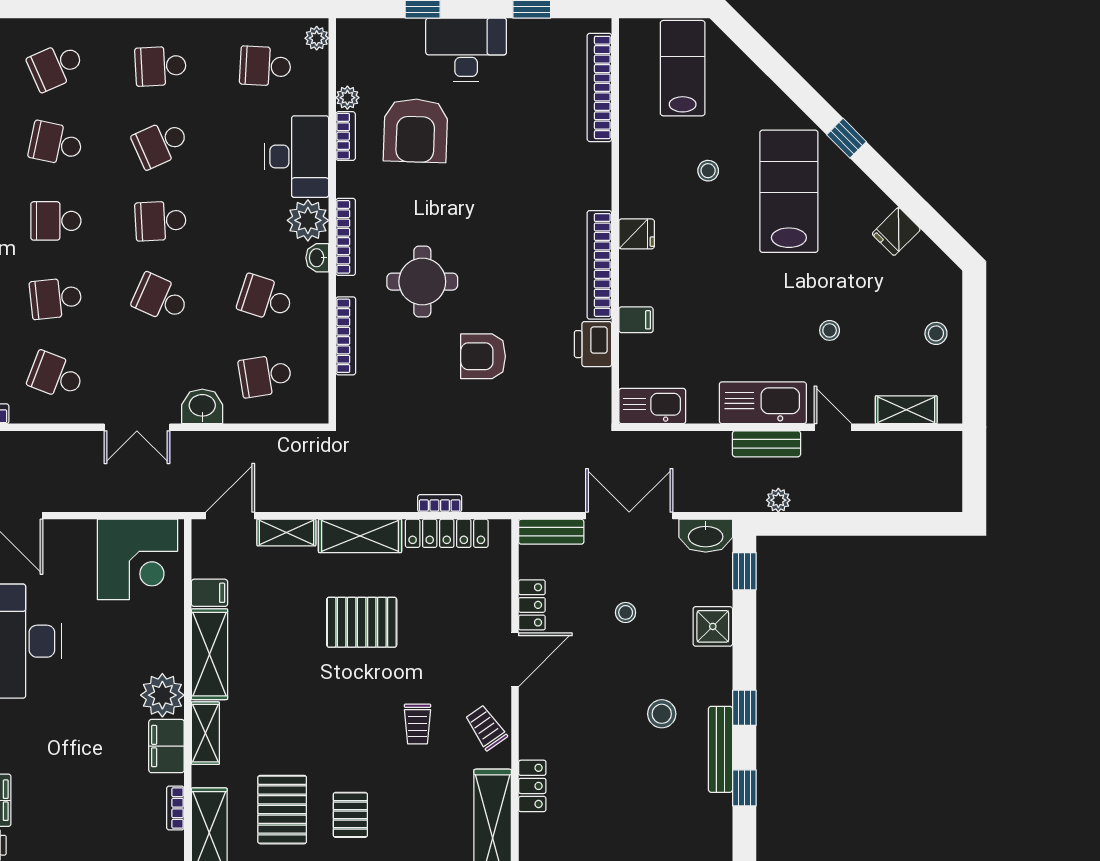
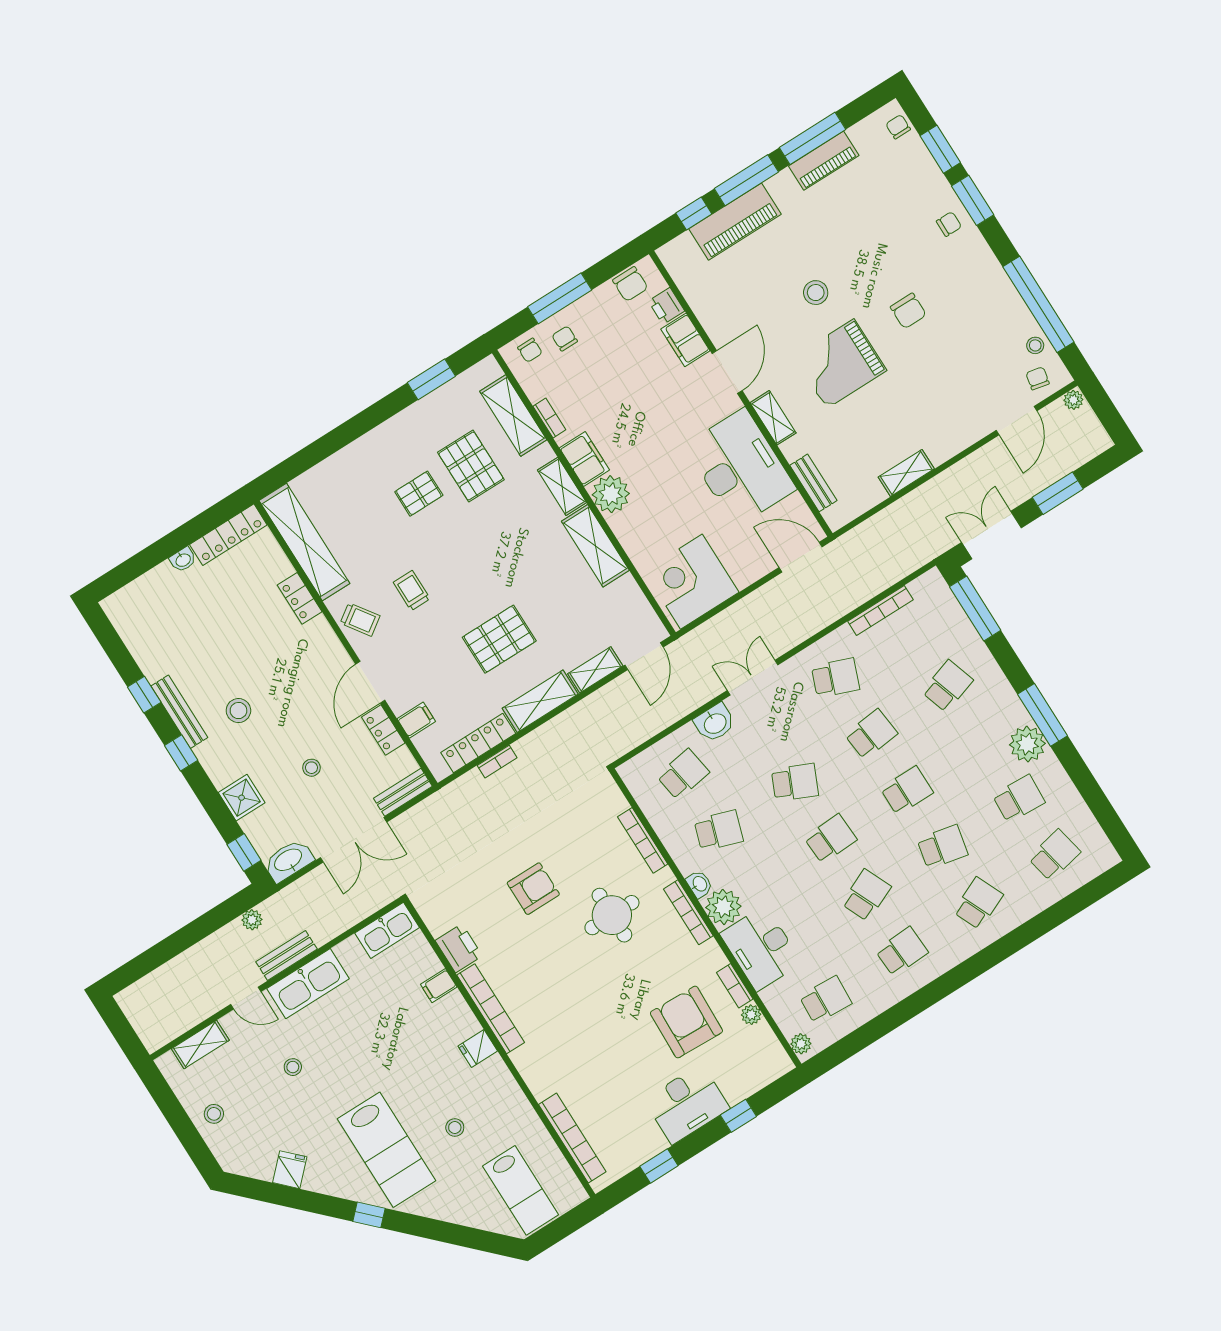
filing cabinet: (209, 593) -> (416, 720), moved, turned 180
pallet: (350, 815) -> (419, 494), turned 90

